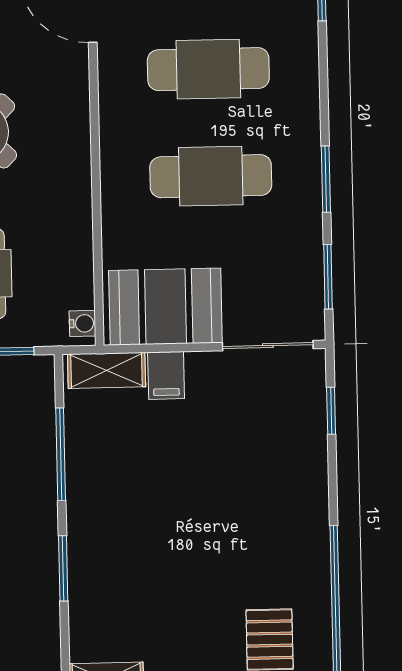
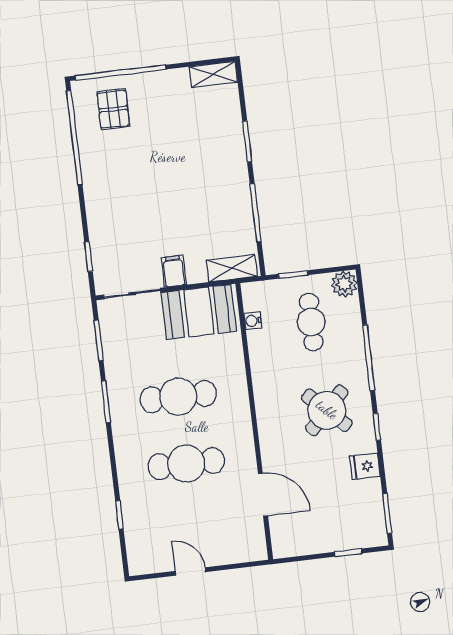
water cooler: (82, 323) -> (253, 321), moved
filing cabinet: (166, 375) -> (174, 271), moved

